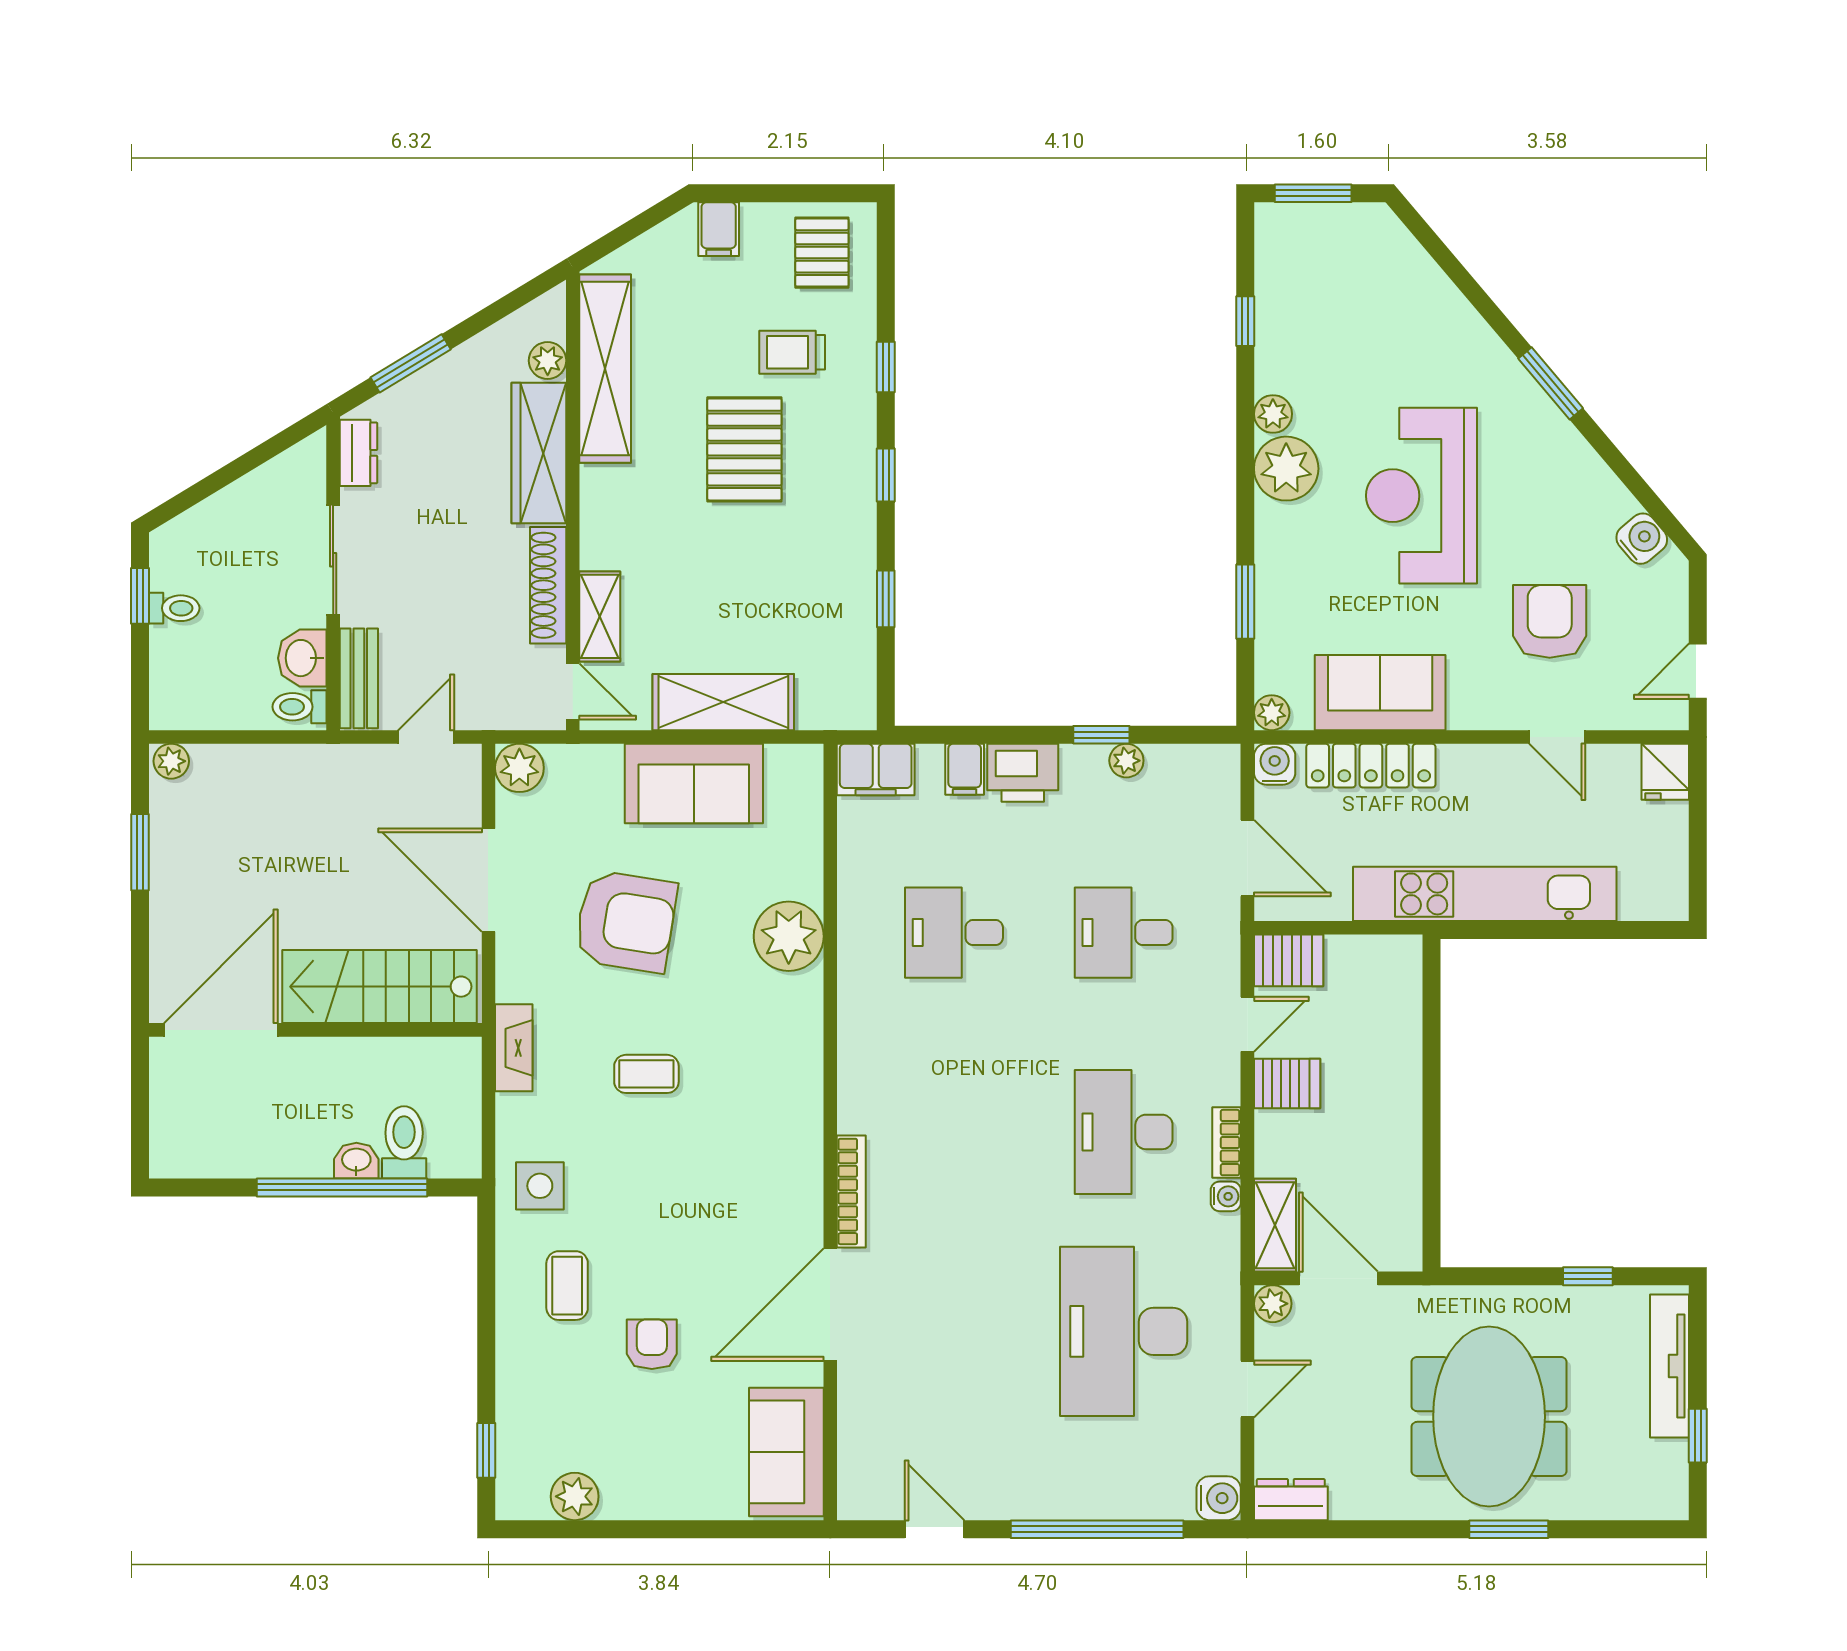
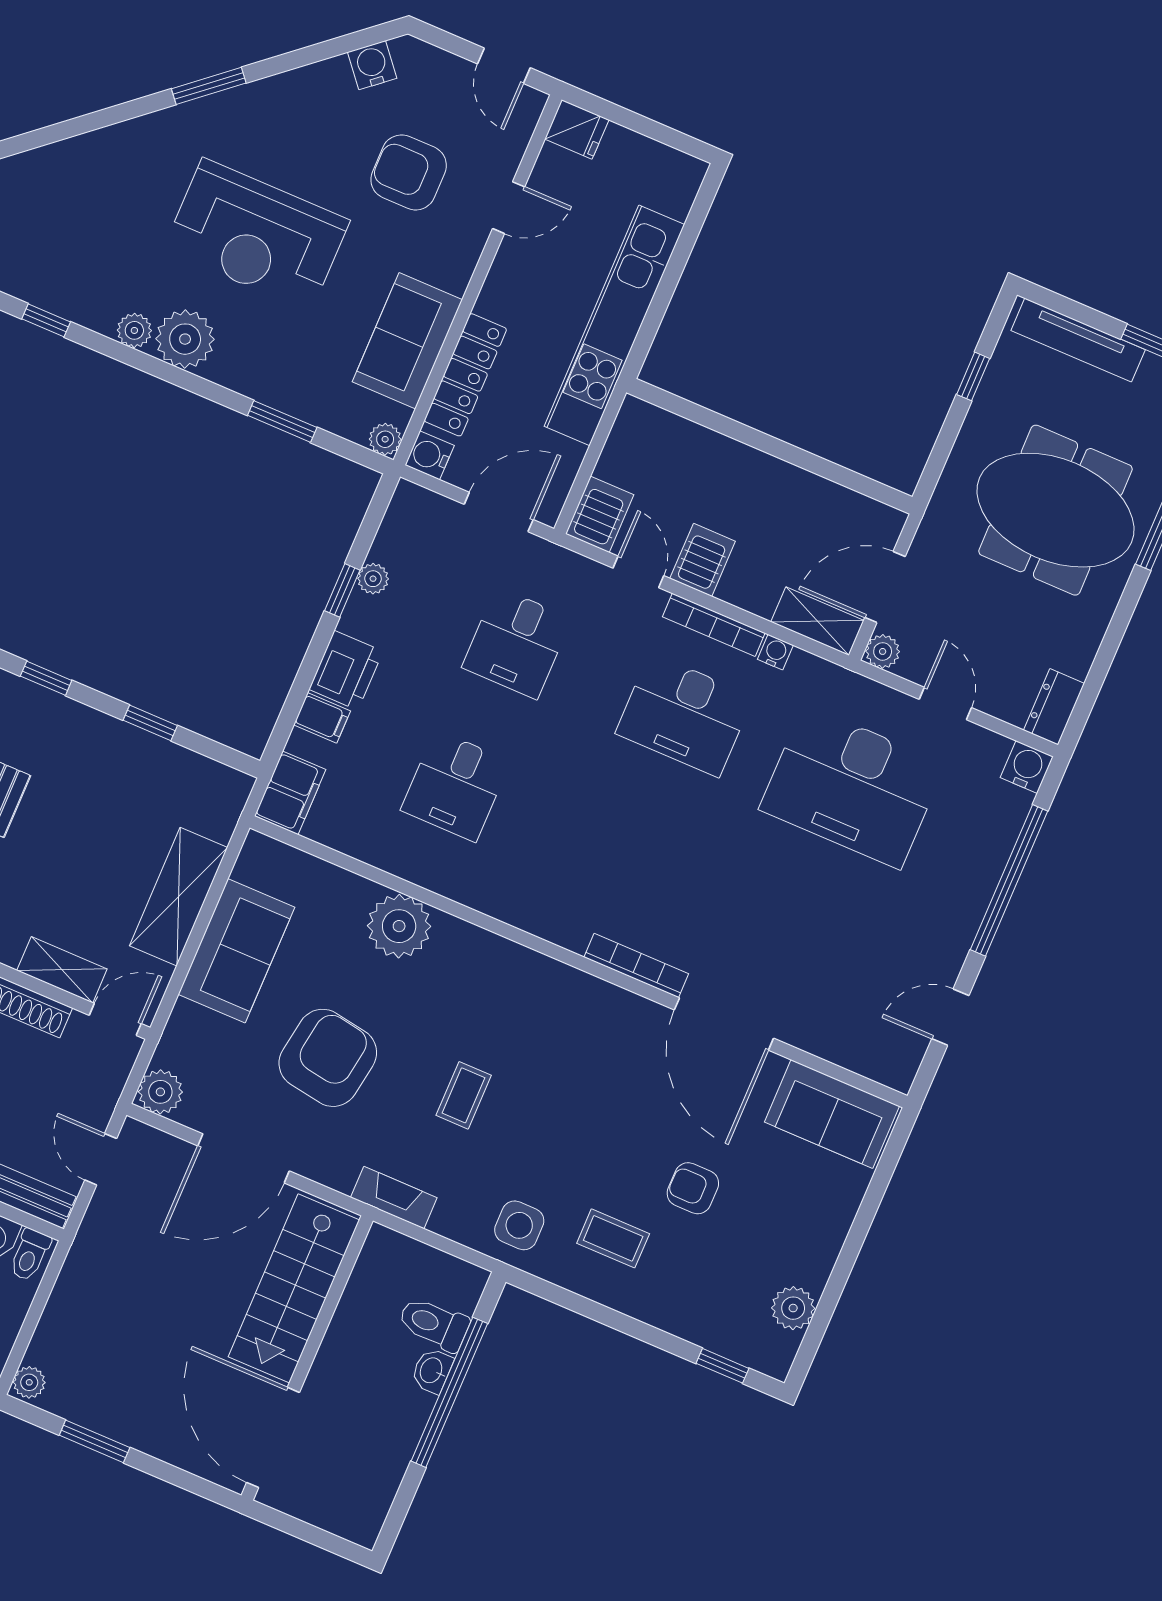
bookcase: (1227, 1143) -> (714, 625), width x1.56

